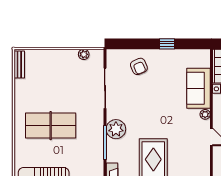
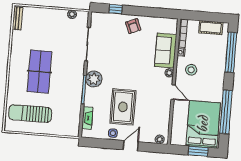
window: (167, 44) -> (116, 9), moved
armchair: (139, 66) -> (133, 26), moved
table tennis table: (51, 126) -> (39, 72), turned 90

